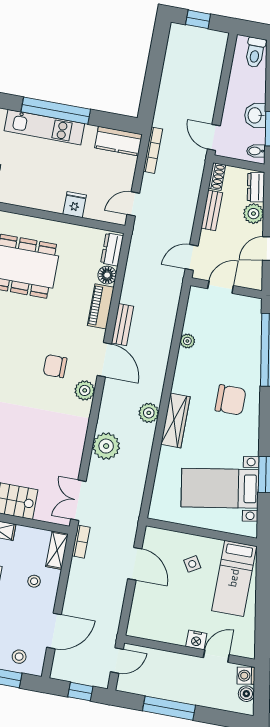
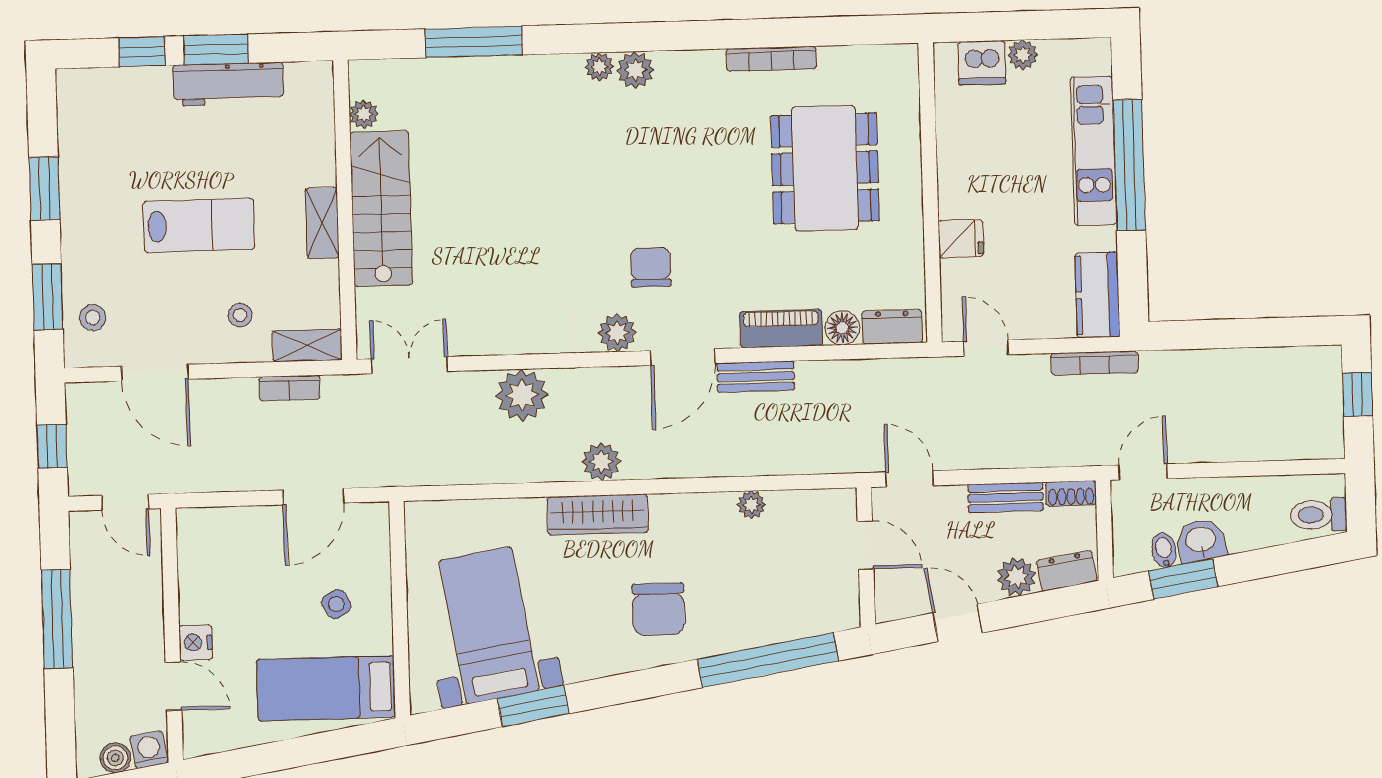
bidet: (256, 151) -> (1164, 550), moved
bookcase: (81, 542) -> (290, 388), moved

